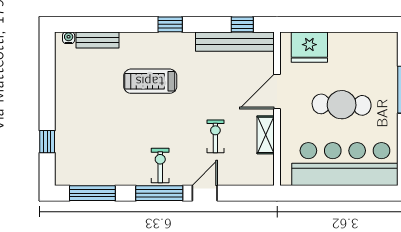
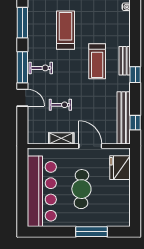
bench: (97, 40) -> (125, 61), moved
treadmill: (150, 81) -> (97, 61), turned 180
treadmill: (104, 129) -> (65, 30), added

